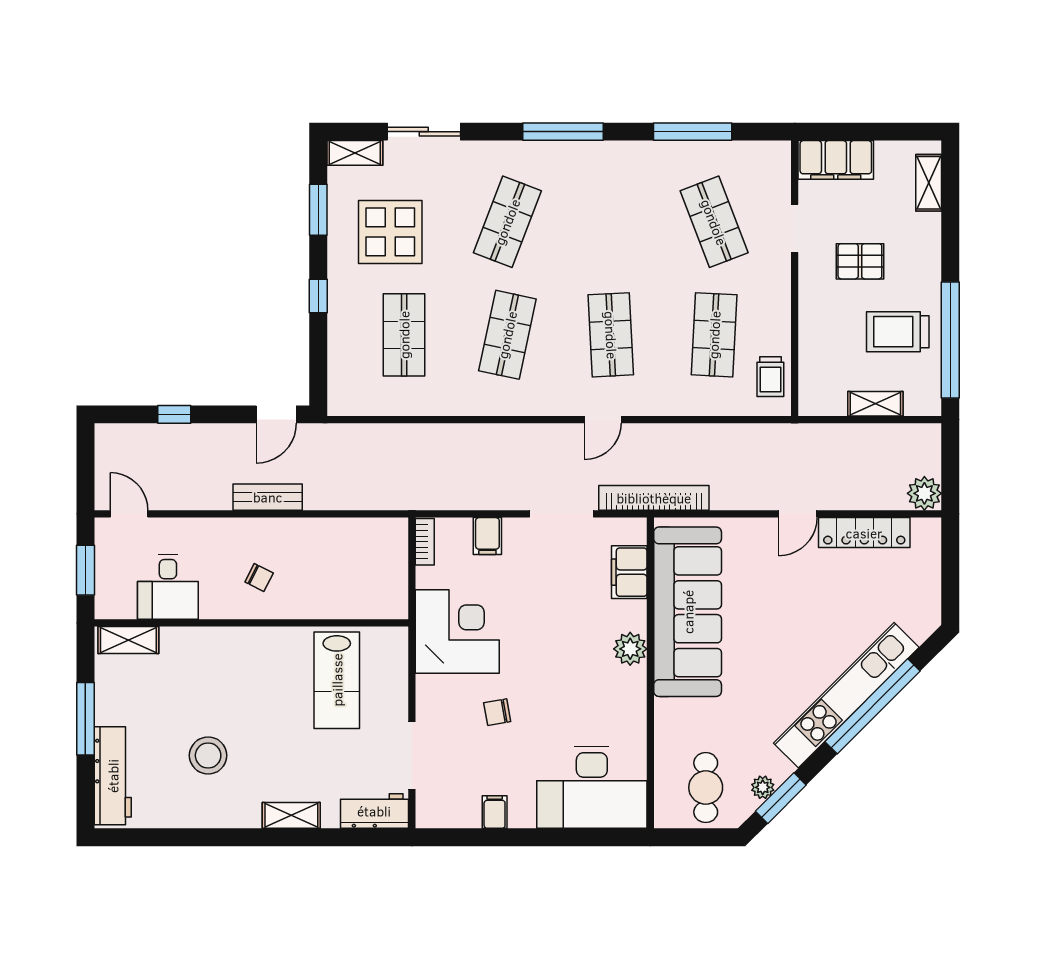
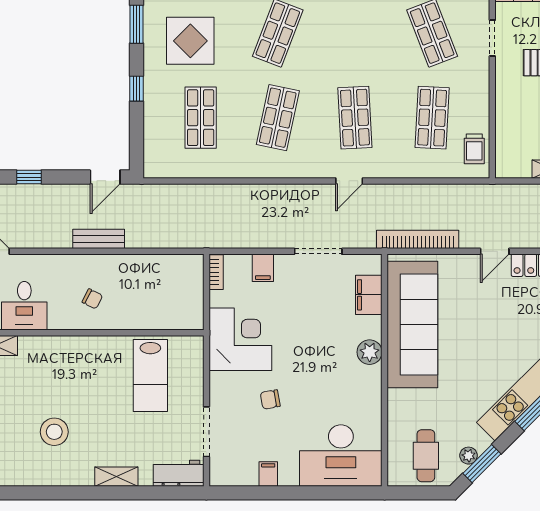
bookcase: (654, 498) -> (418, 239), moved

